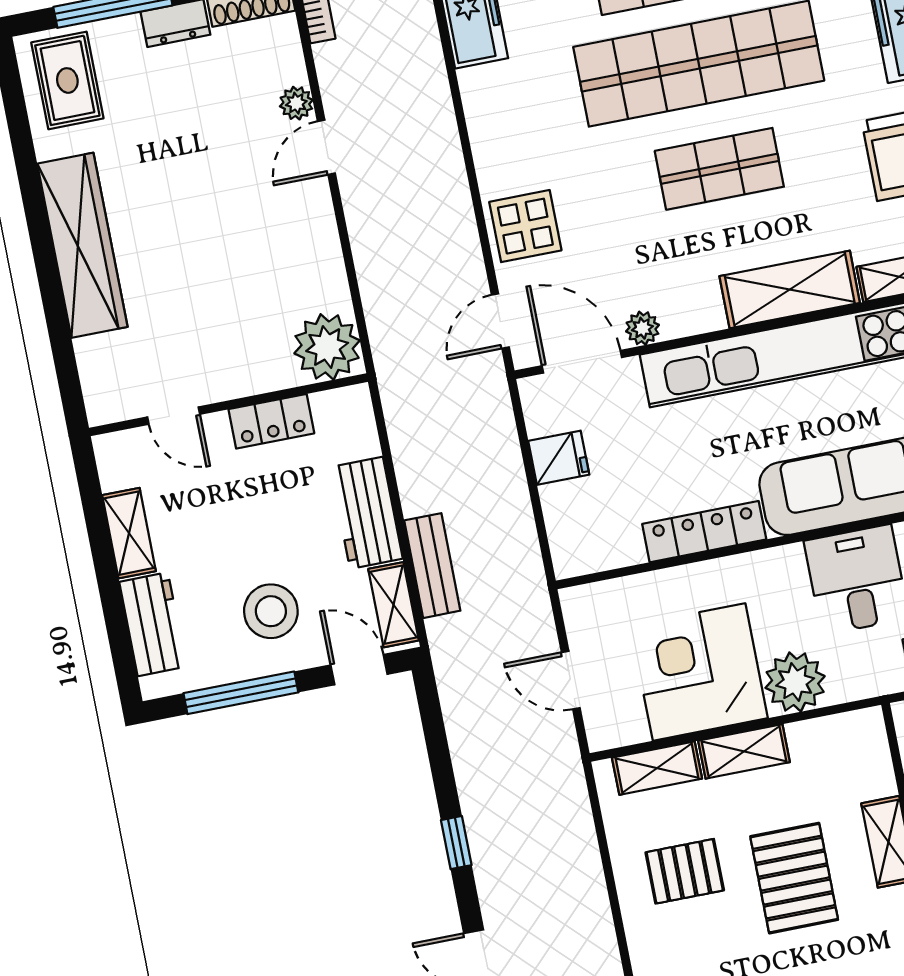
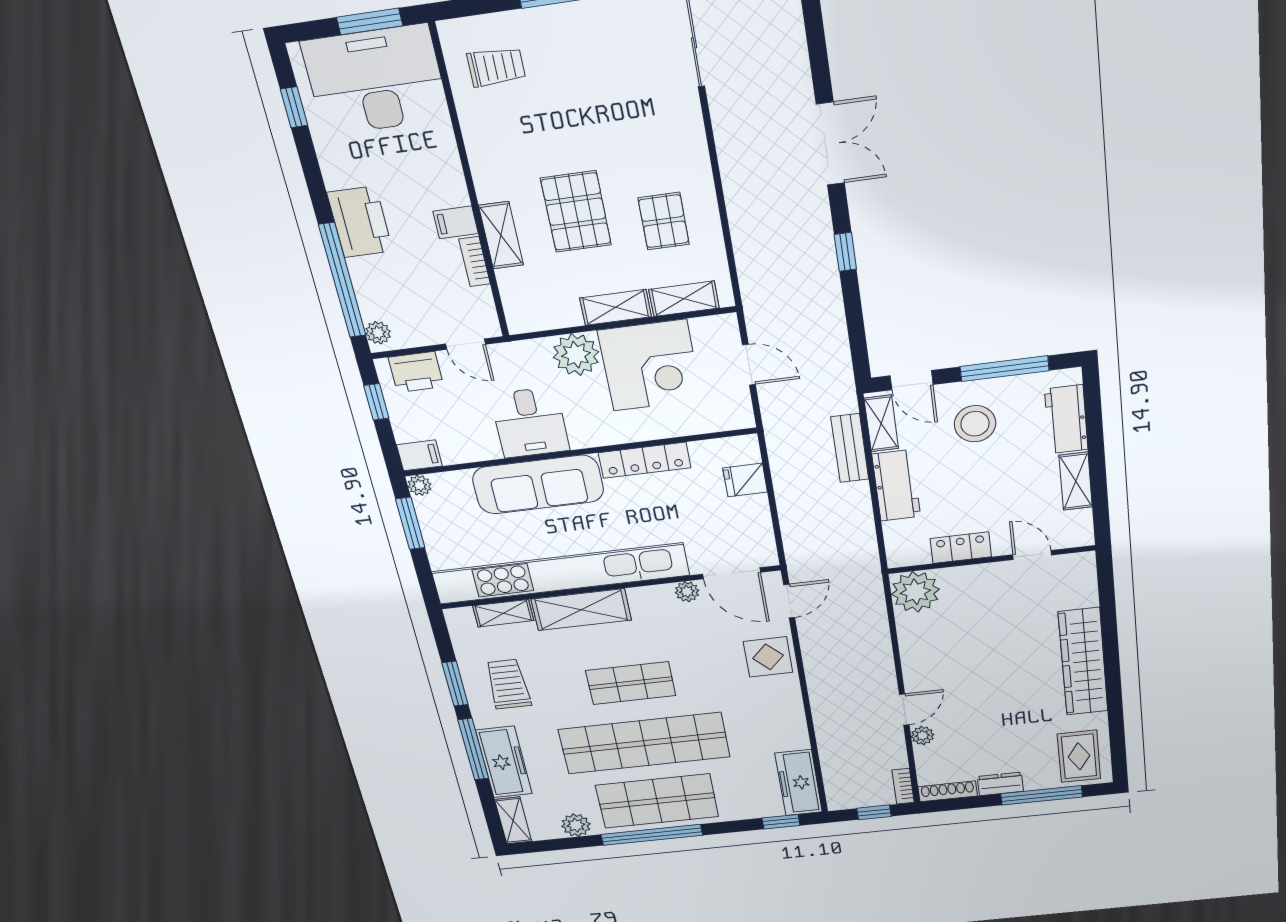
fridge: (559, 458) -> (745, 480), moved
pallet: (685, 871) -> (664, 221), turned 90

